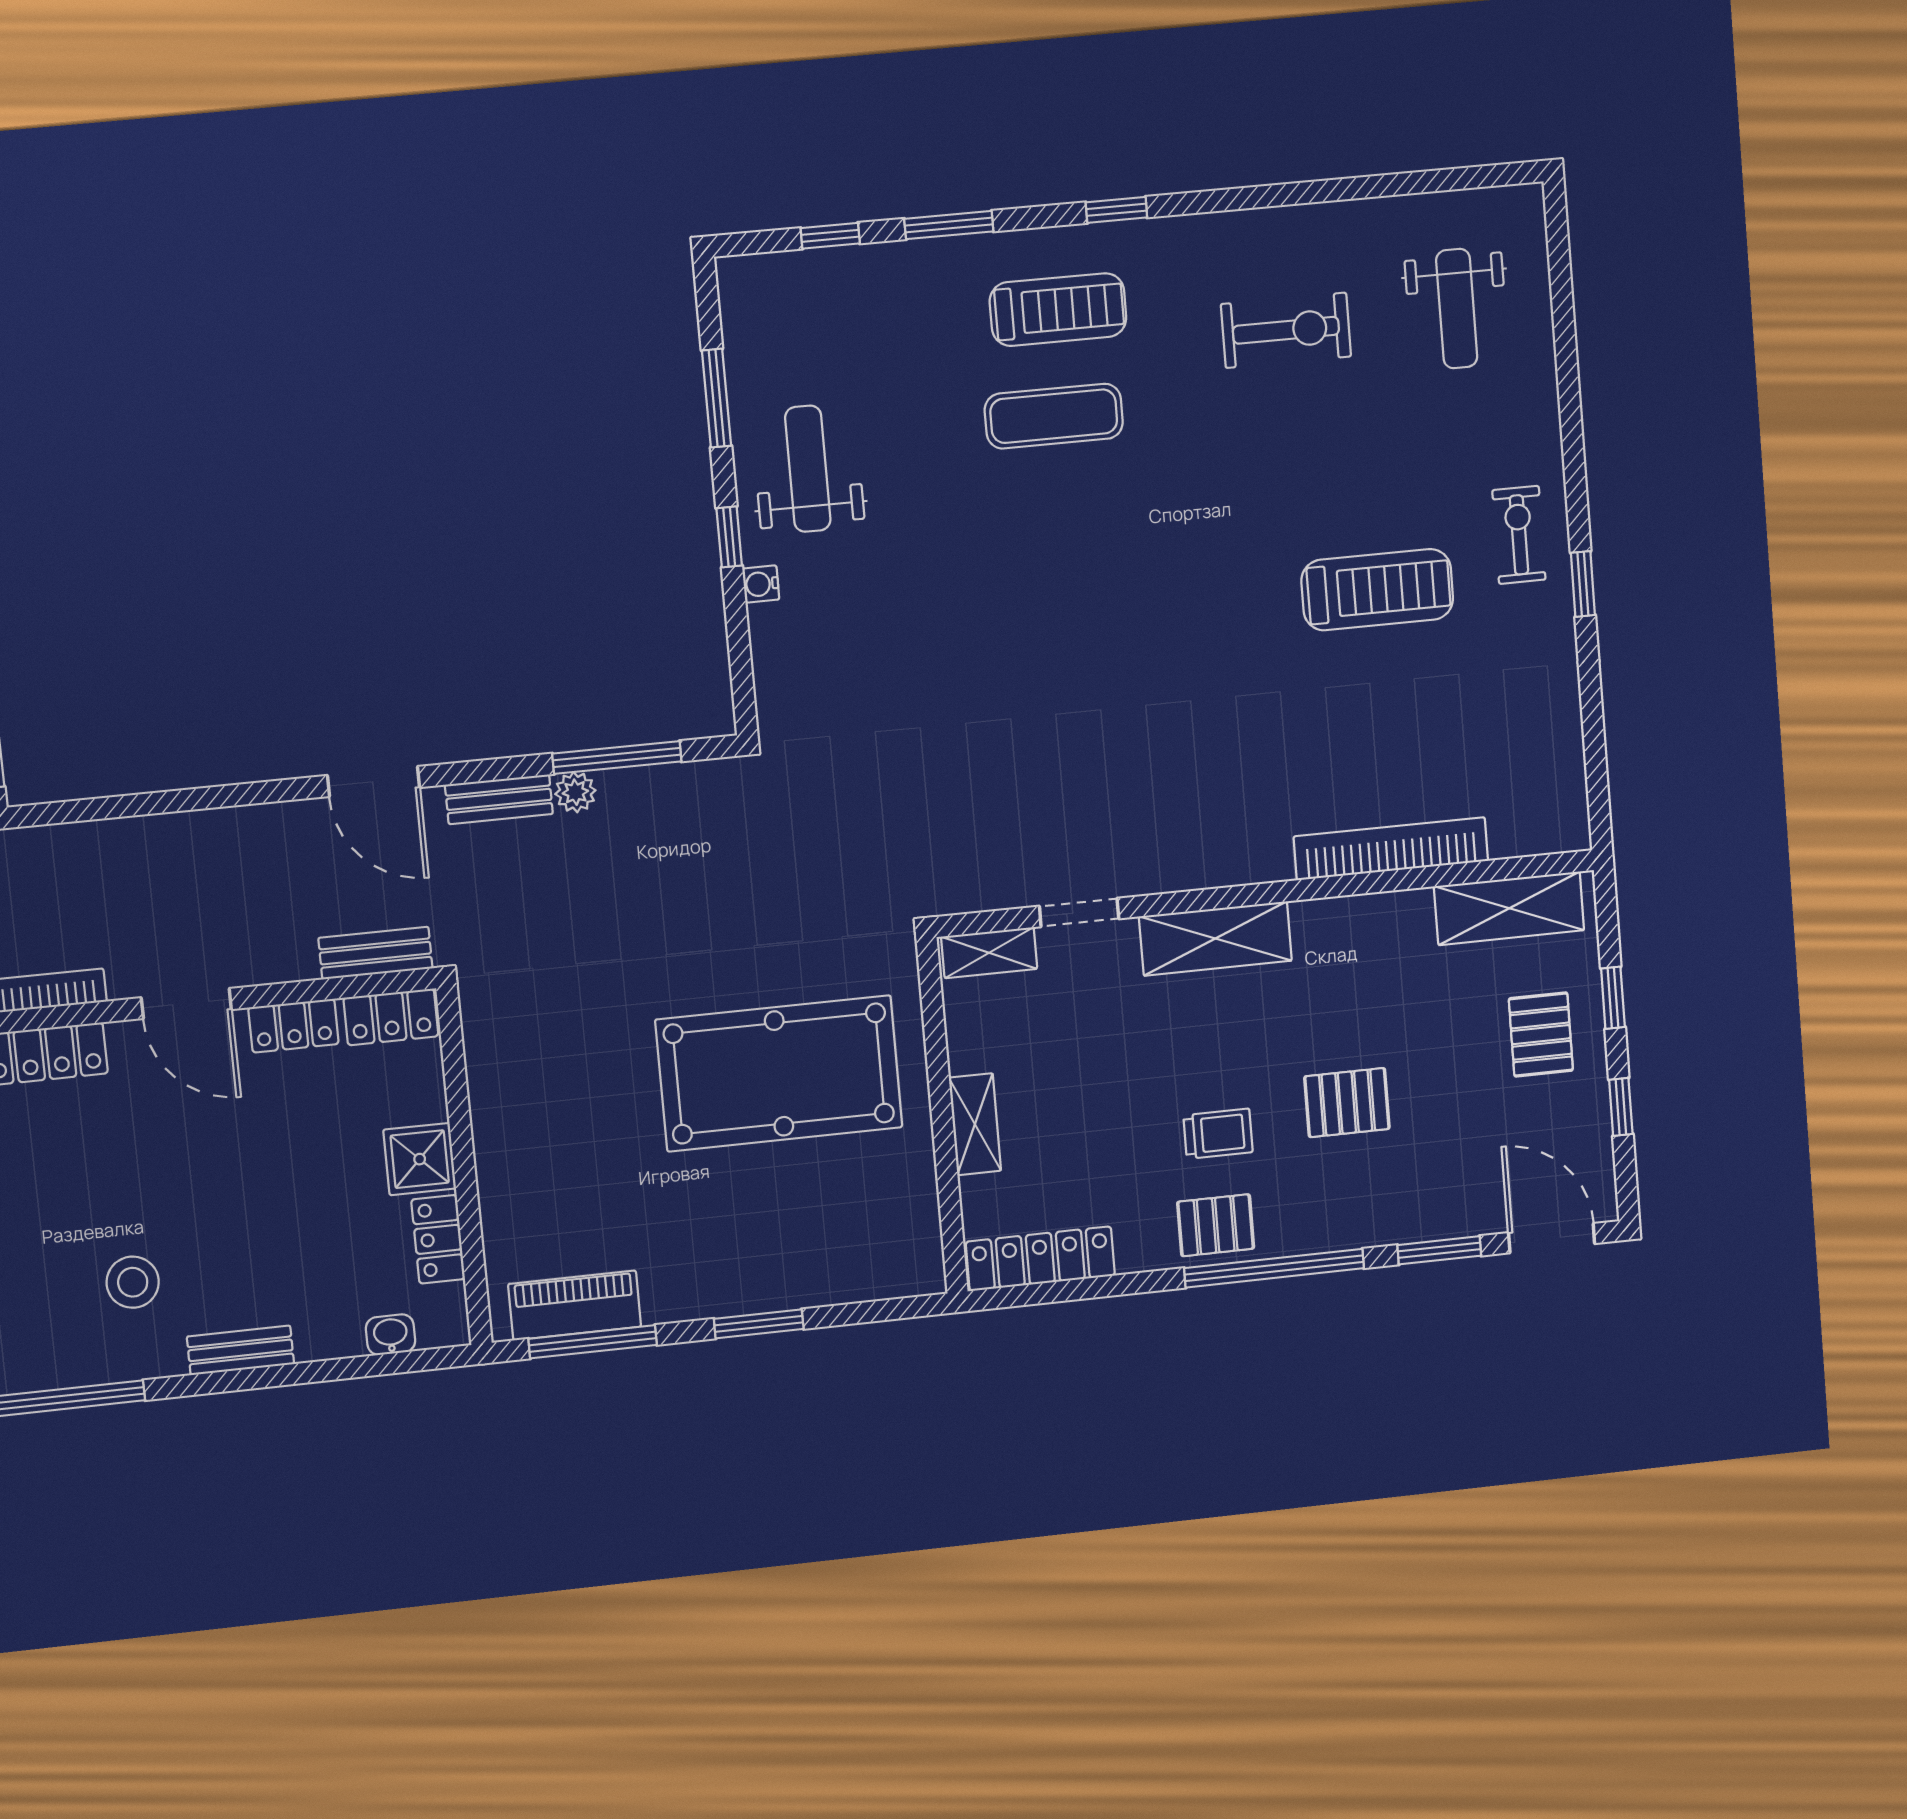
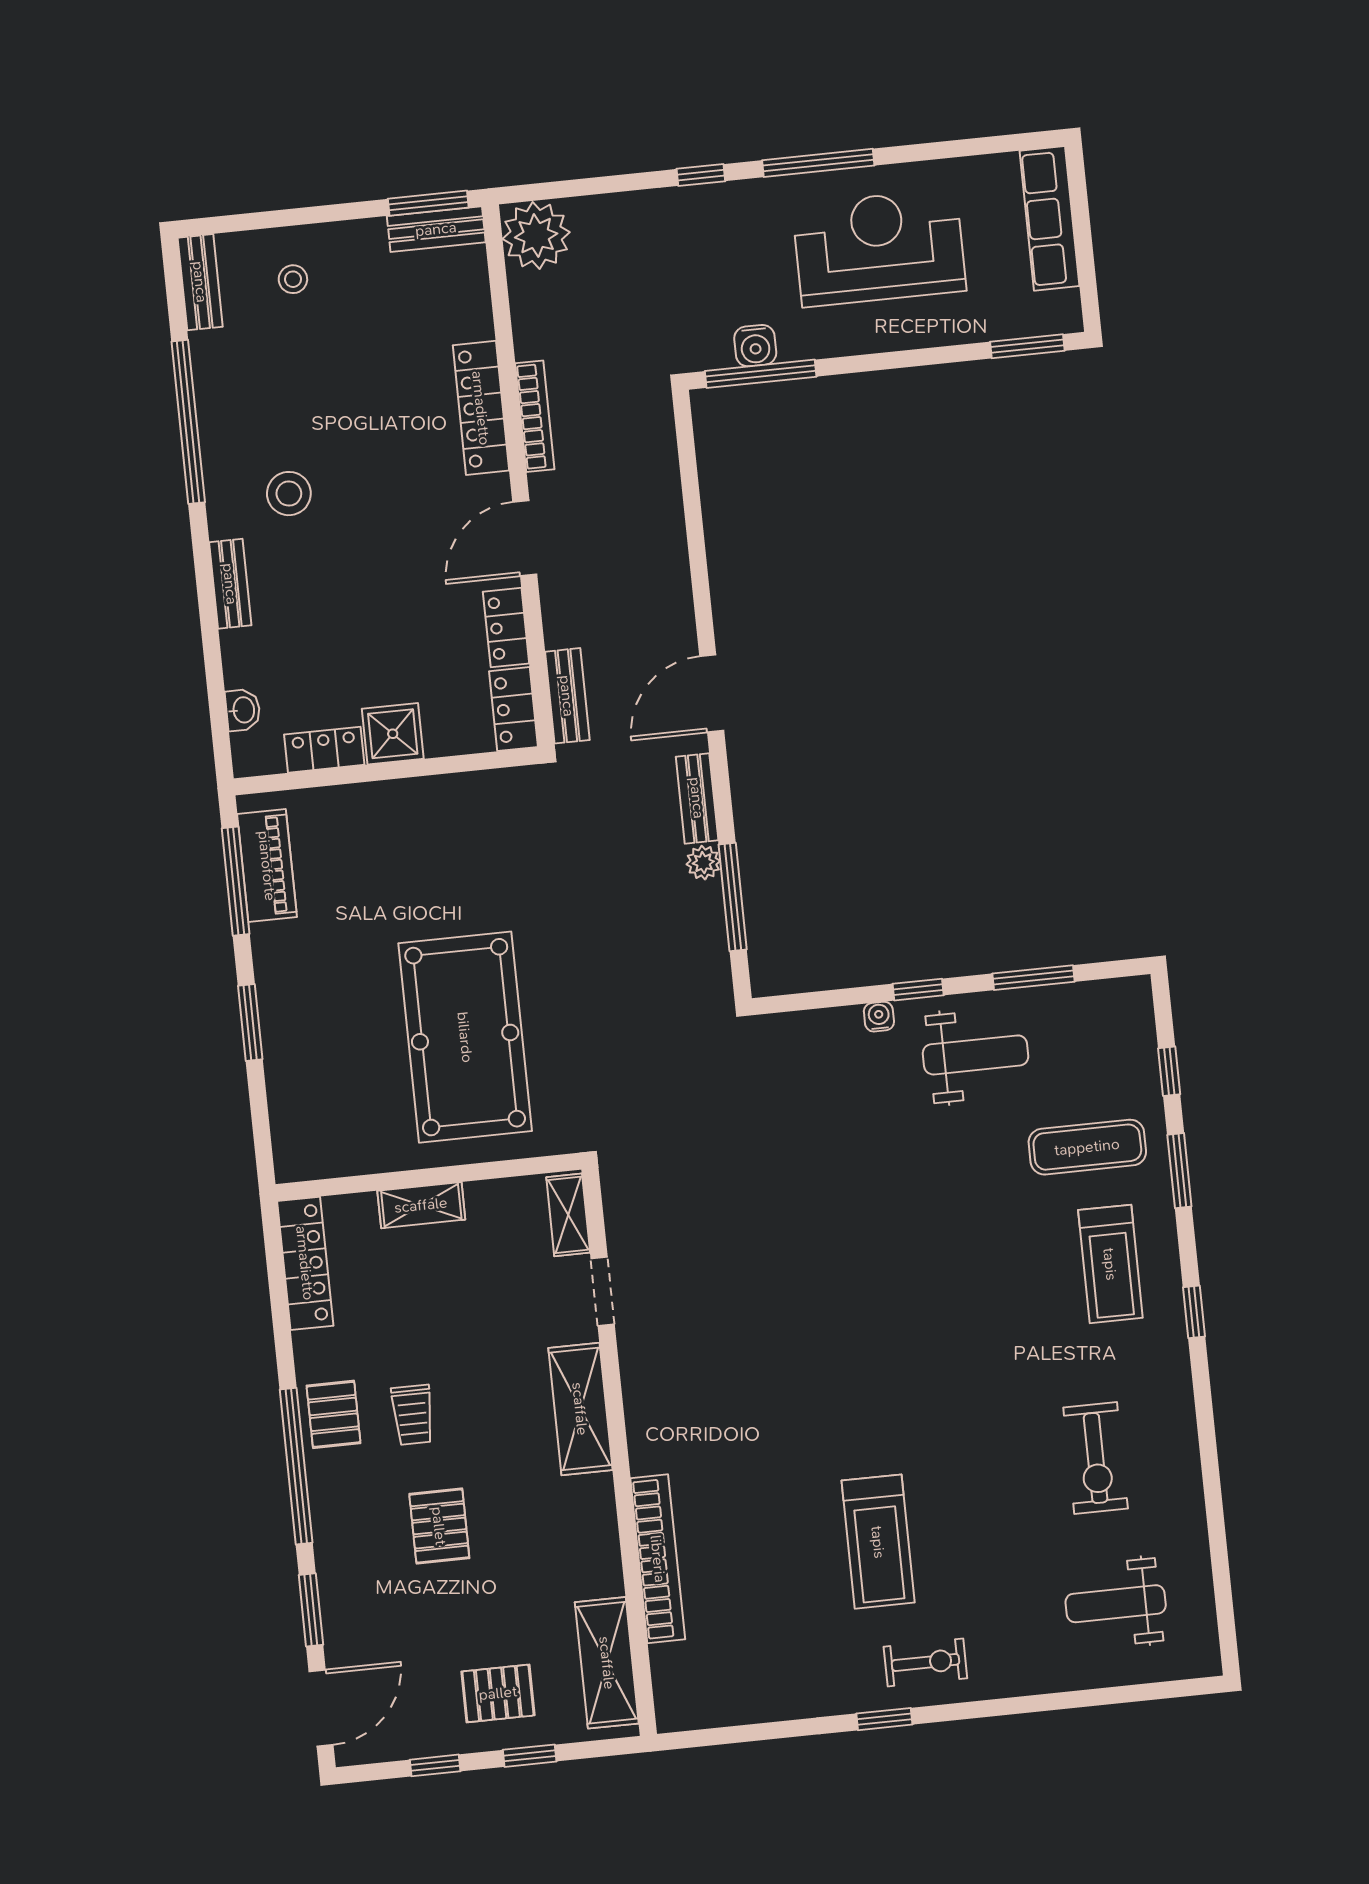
exercise mat: (1054, 416) -> (1087, 1147), moved, turned 90

